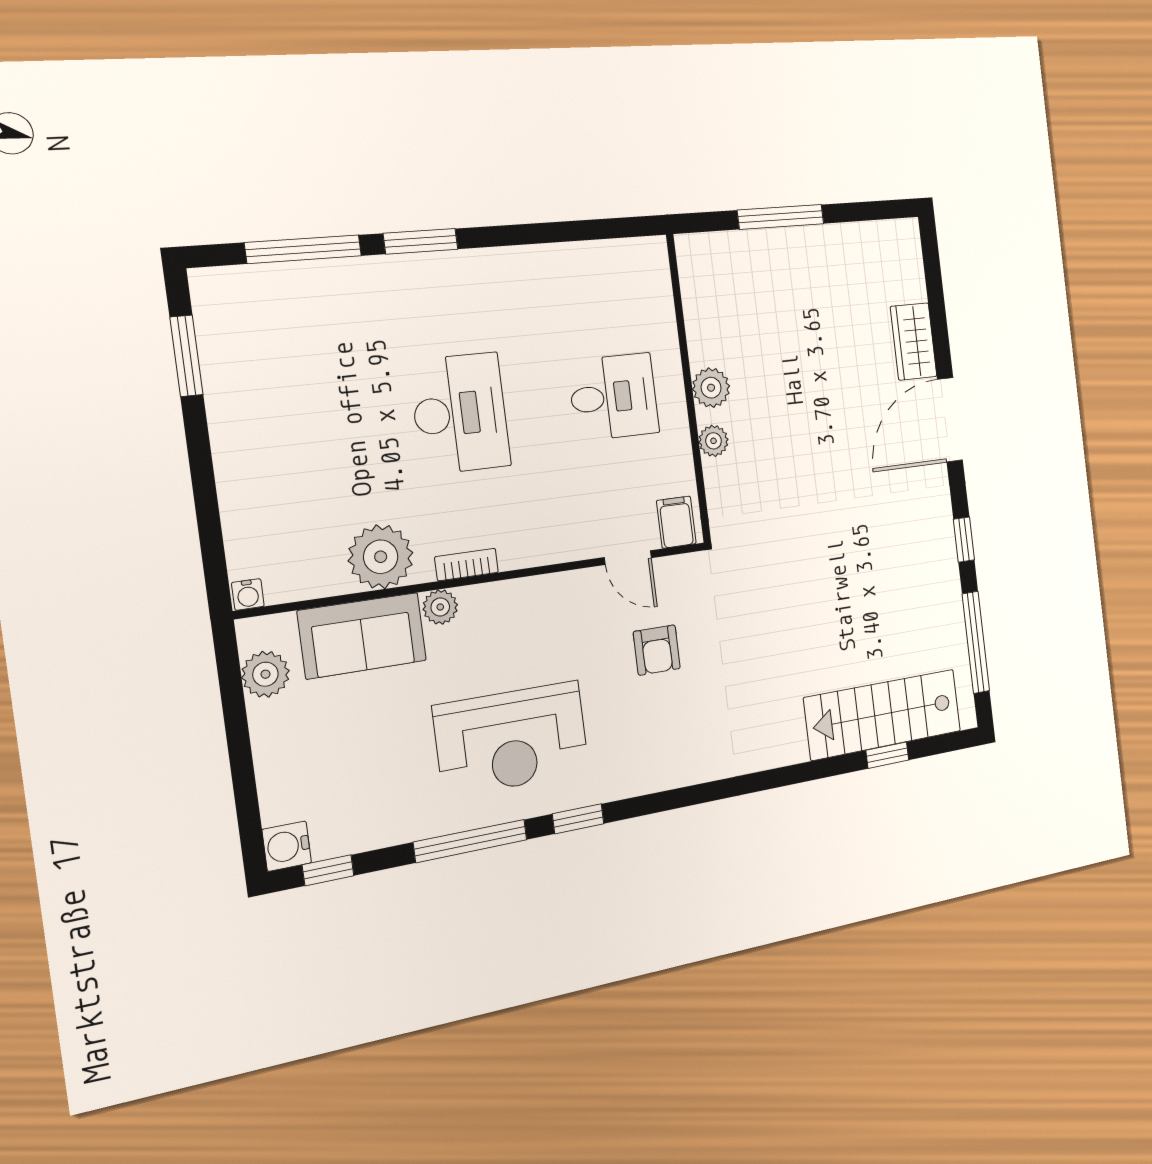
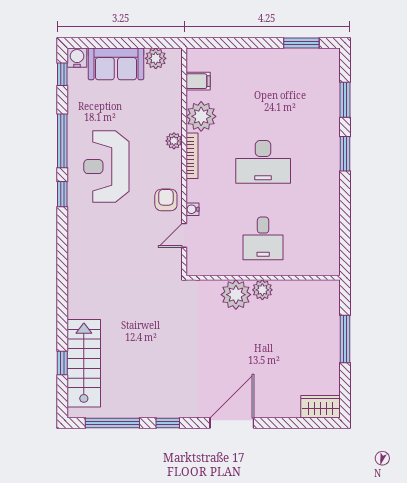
window: (303, 249) -> (345, 100), width x0.69
wardrobe: (914, 341) -> (320, 407), moved
door: (950, 420) -> (232, 423), hinge flipped
plant: (714, 441) -> (236, 295), width x1.87, depth x1.87
filing cabinet: (676, 522) -> (198, 81), moved
bookcase: (467, 565) -> (192, 156), width x1.56
water cooler: (248, 594) -> (192, 209), moved
sofa: (362, 636) -> (116, 64), moved, turned -90
armchair: (657, 650) -> (166, 200), moved, turned 90

